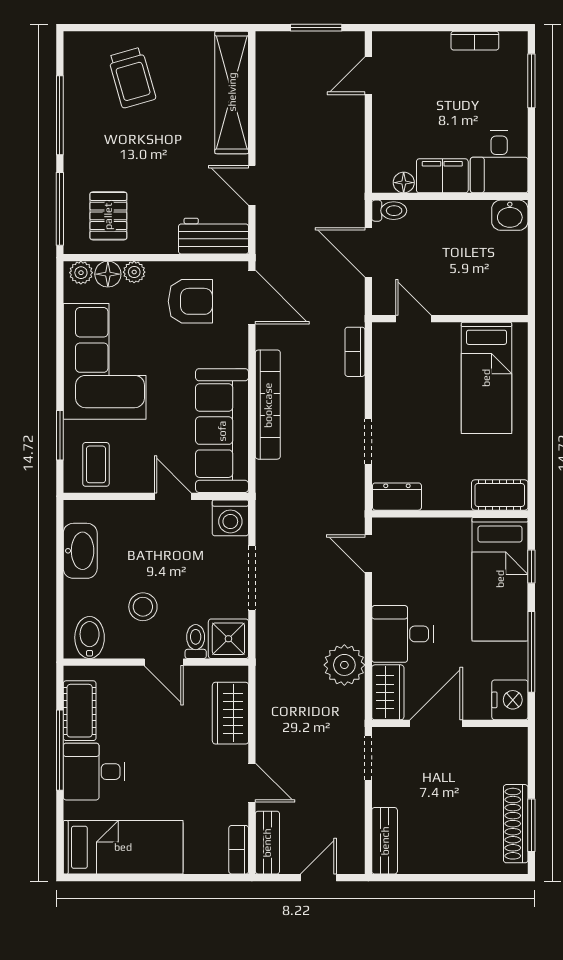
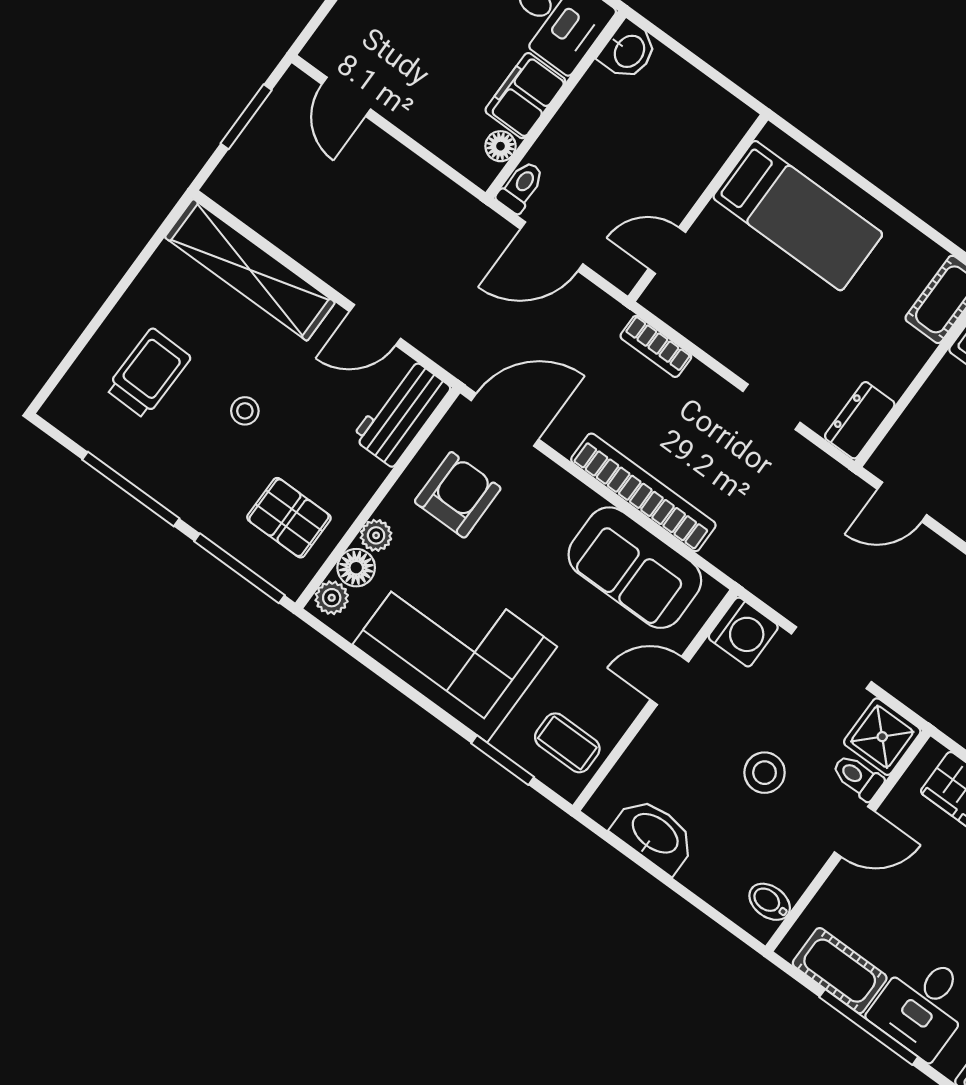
trolley: (132, 78) -> (148, 373), turned -73
stool: (150, 147) -> (245, 411), added
sofa: (222, 431) -> (635, 568), width x0.73
stool: (143, 607) -> (765, 773), moved
bidet: (90, 638) -> (770, 902), width x0.72, depth x0.74

